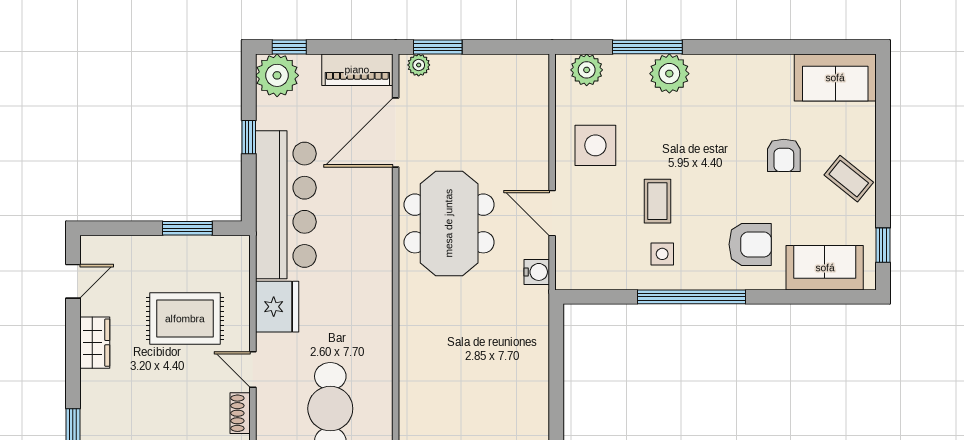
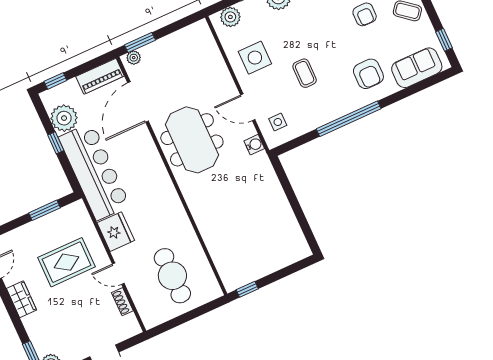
plant: (277, 75) -> (64, 118), moved
armchair: (750, 244) -> (368, 74), turned 90
side table: (662, 254) -> (278, 122), moved

